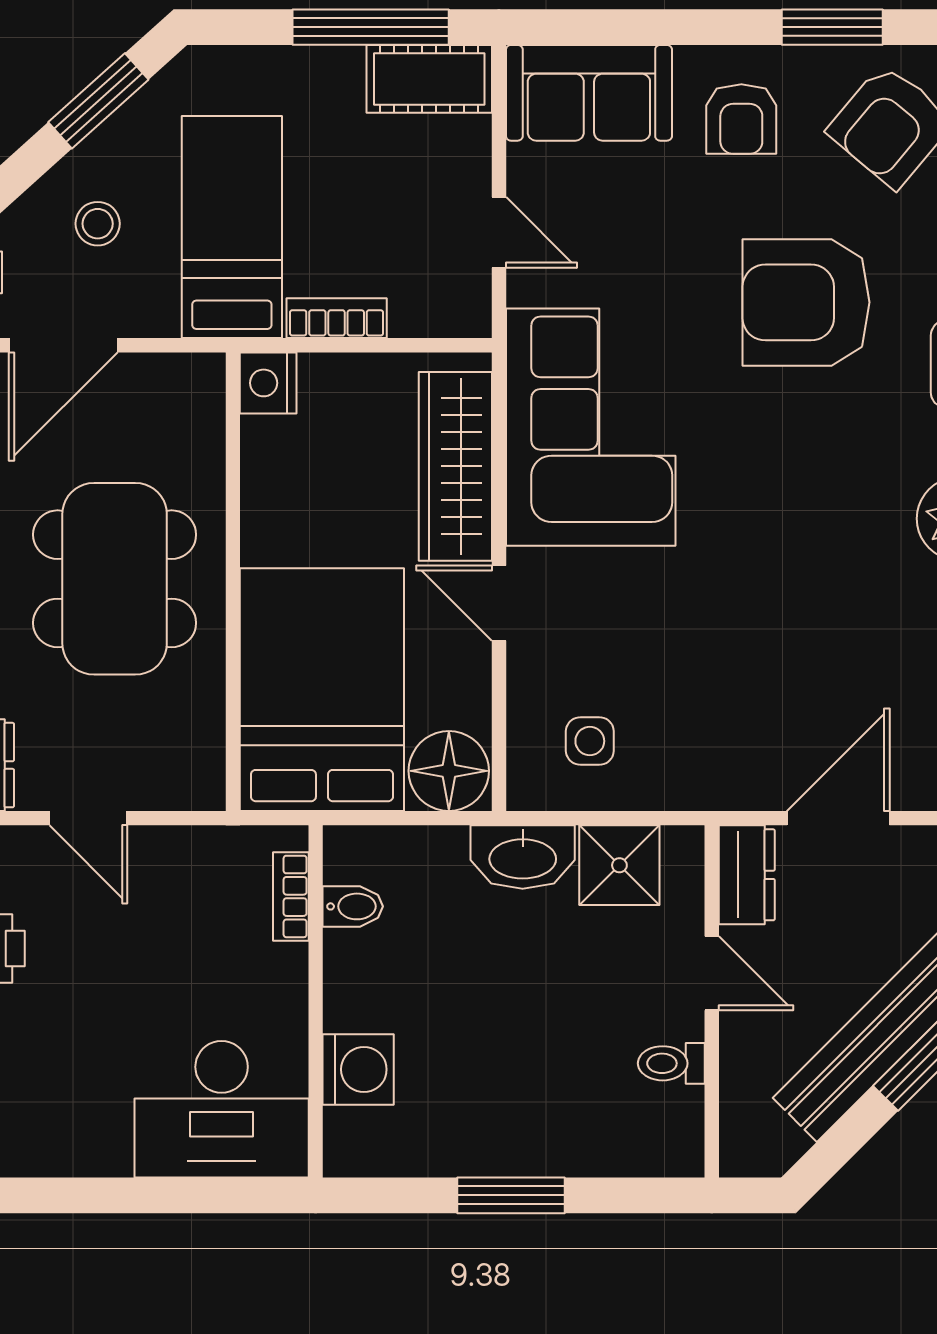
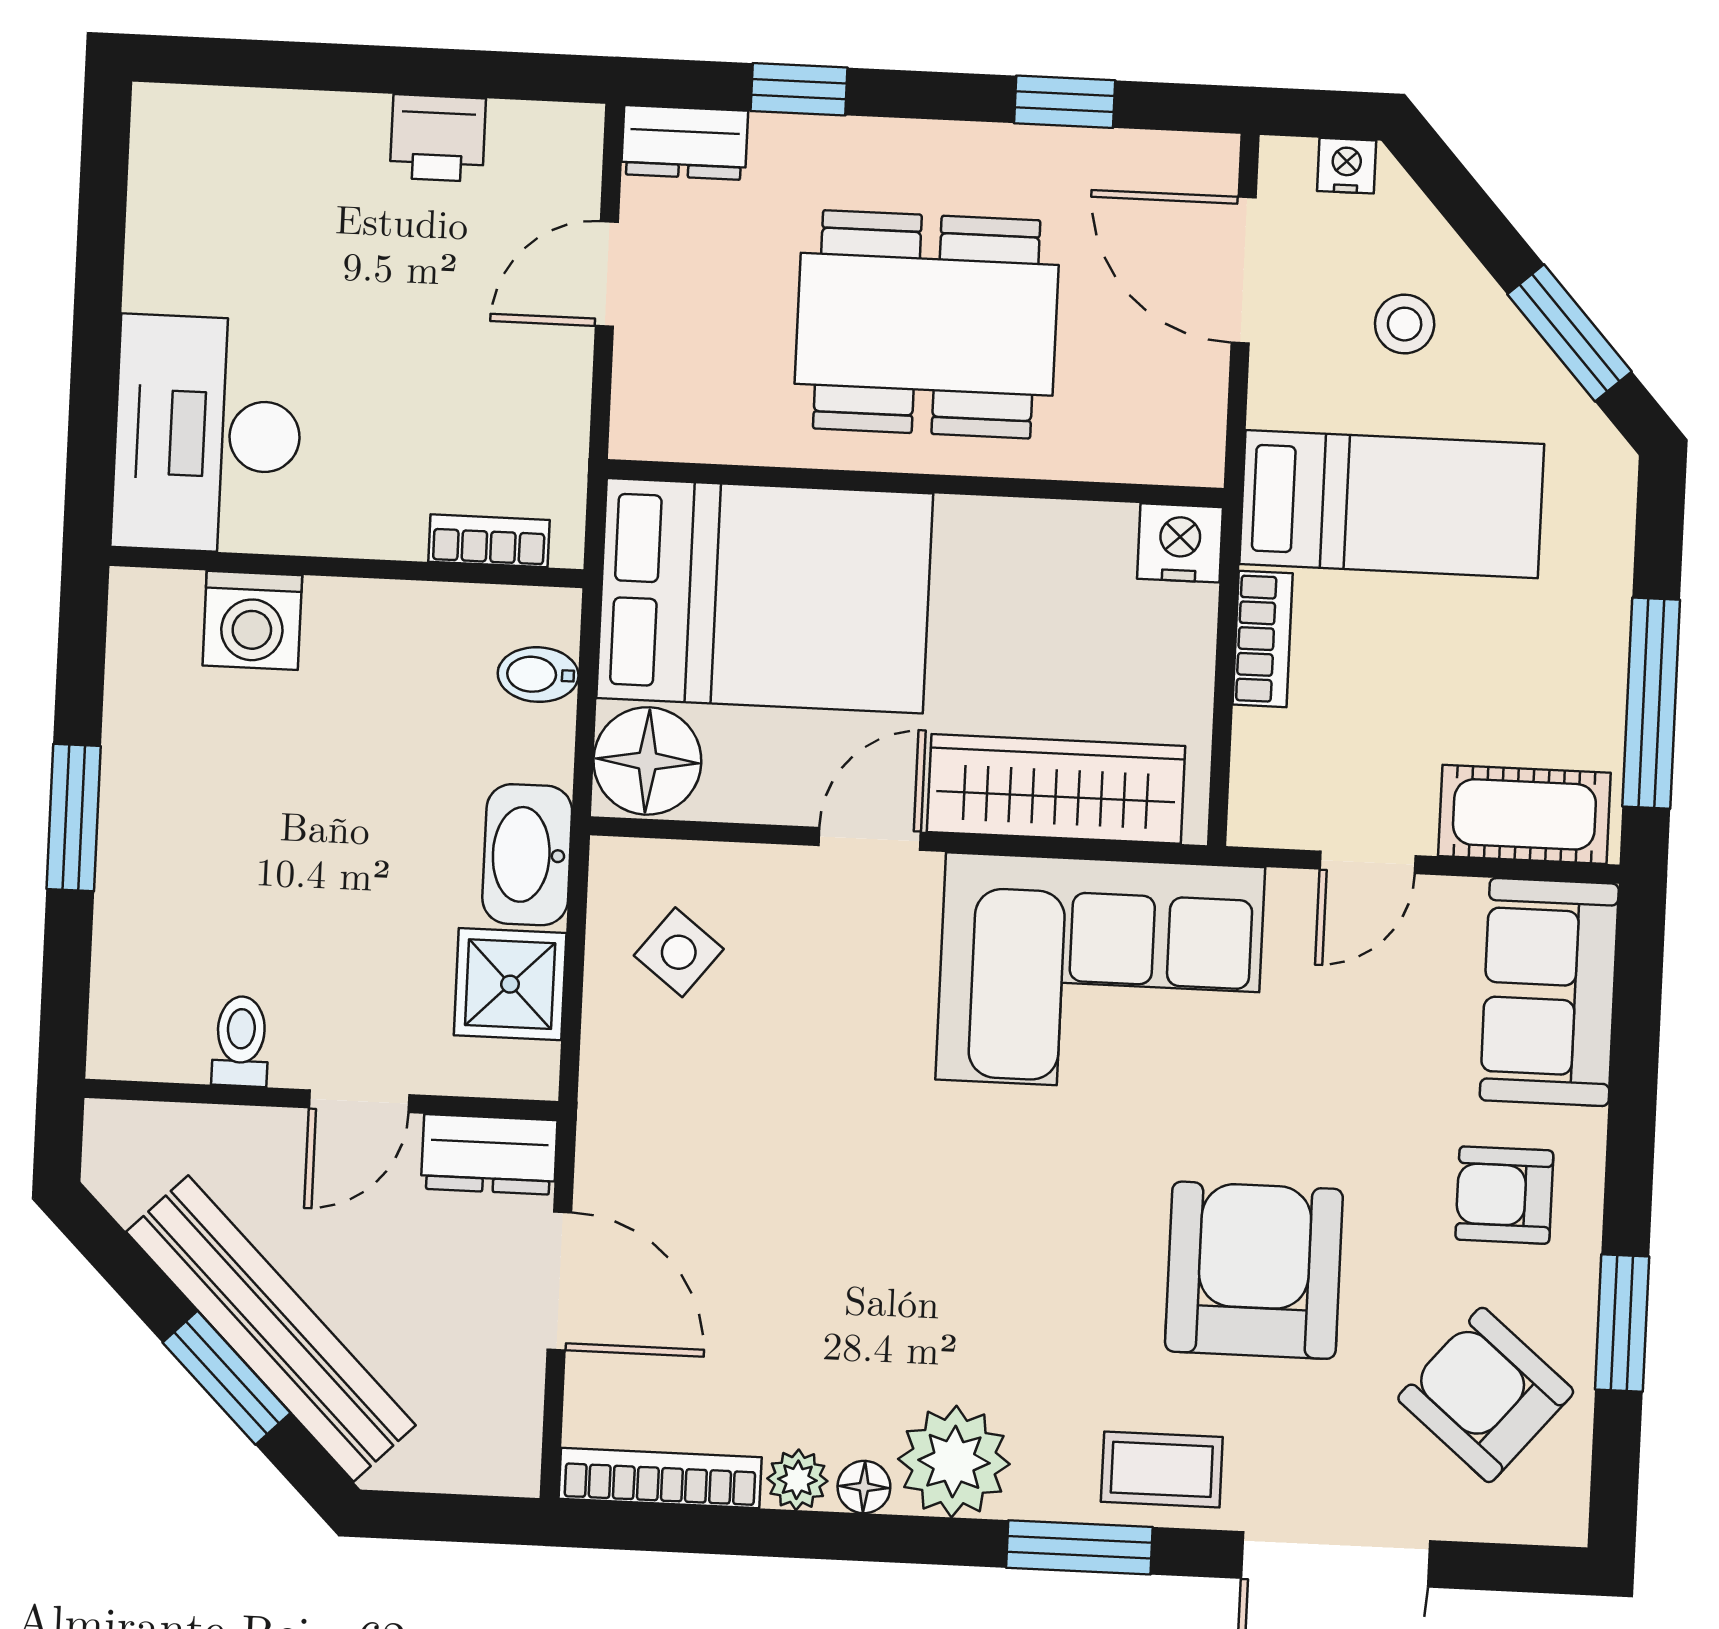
cot: (429, 79) -> (1524, 814), moved, turned 90
side table: (590, 741) -> (679, 952), turned 38
bidet: (353, 906) -> (538, 675), moved, turned 90

